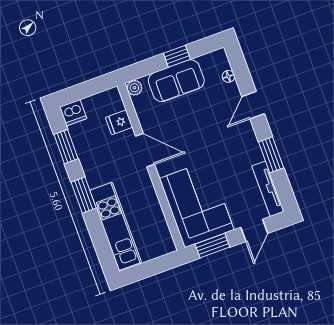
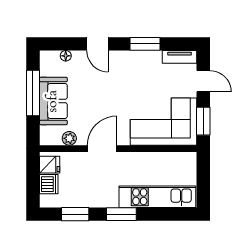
window: (177, 56) -> (33, 93), width x2.17
plant: (134, 88) -> (69, 138), moved
dishwasher: (73, 113) -> (49, 184), moved
fridge: (119, 122) -> (50, 165), moved, turned -90
tv unit: (268, 189) -> (179, 57), width x0.71

